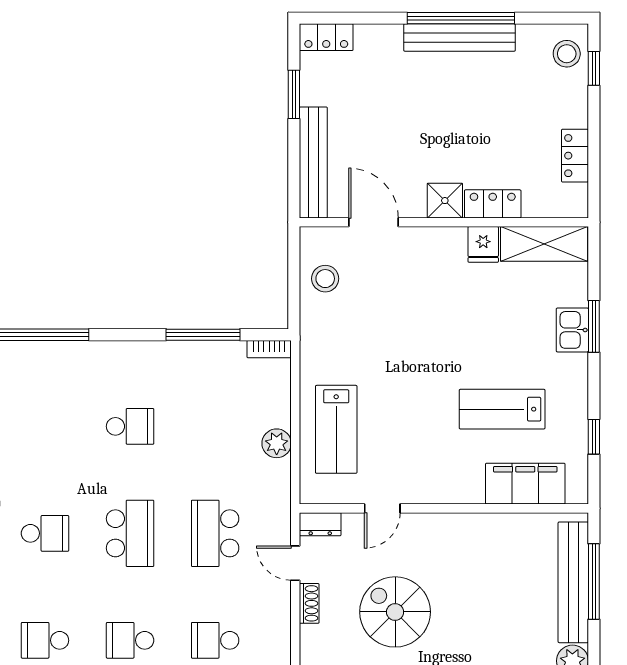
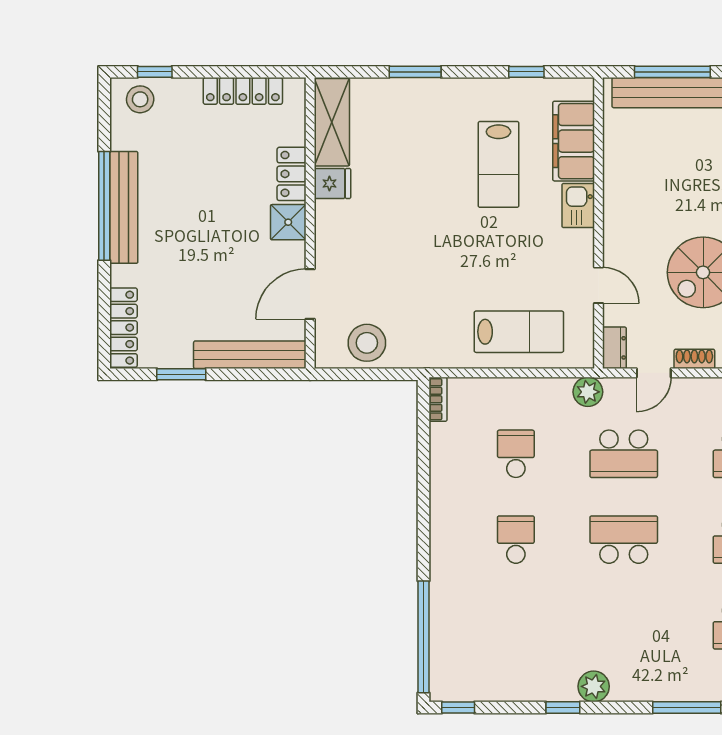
locker: (326, 37) -> (123, 328), width x1.53
locker: (575, 156) -> (243, 91), width x1.53
stool: (325, 279) -> (367, 343), width x1.38, depth x1.38
kitchen sink: (572, 330) -> (578, 206), moved, turned 90
window: (203, 335) -> (423, 466), removed
plant: (277, 443) -> (588, 392), moved
school desk: (45, 533) -> (516, 454), moved

